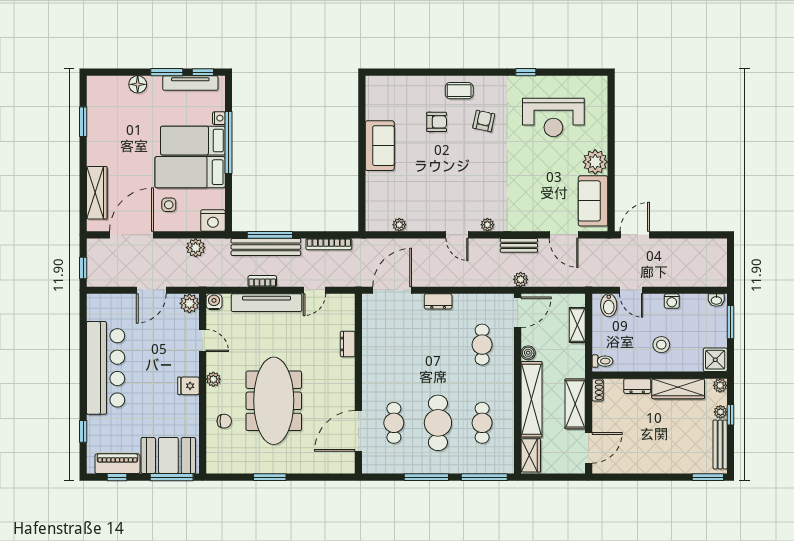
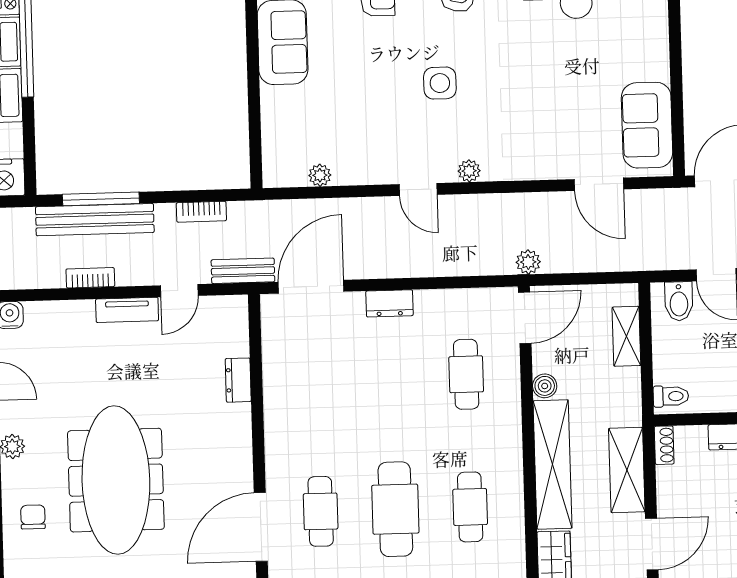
plant: (595, 162) -> (649, 59), removed
side table: (472, 172) -> (440, 83), added
bookcase: (329, 244) -> (201, 212), width x0.64
bench: (519, 245) -> (243, 271), moved
tv unit: (266, 303) -> (127, 310), width x0.52, depth x0.78
chair: (224, 421) -> (33, 517), turned -90

